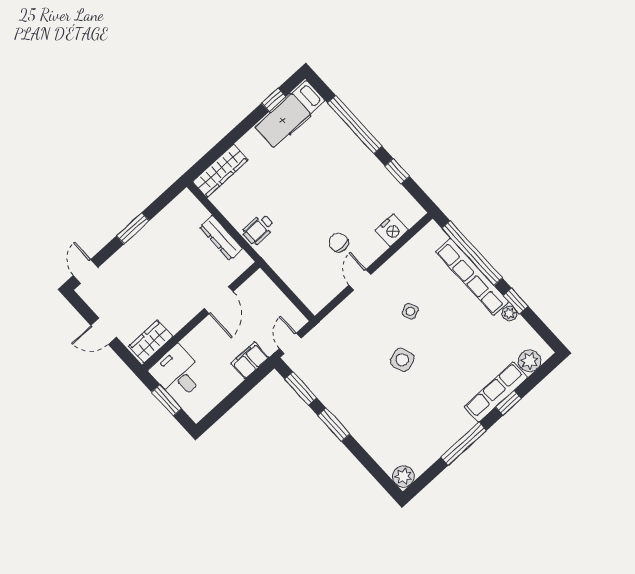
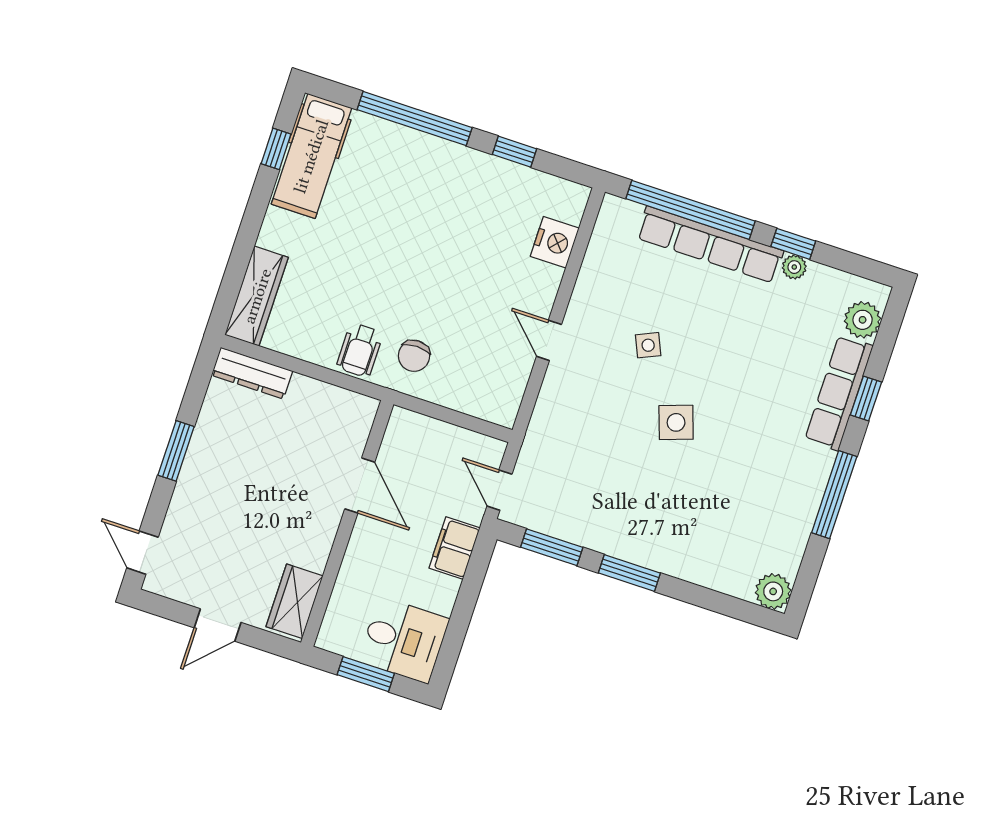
dresser: (221, 238) -> (252, 373), moved
chair: (339, 243) -> (414, 356), moved, turned -90
desk: (178, 373) -> (404, 640), moved, turned 180

